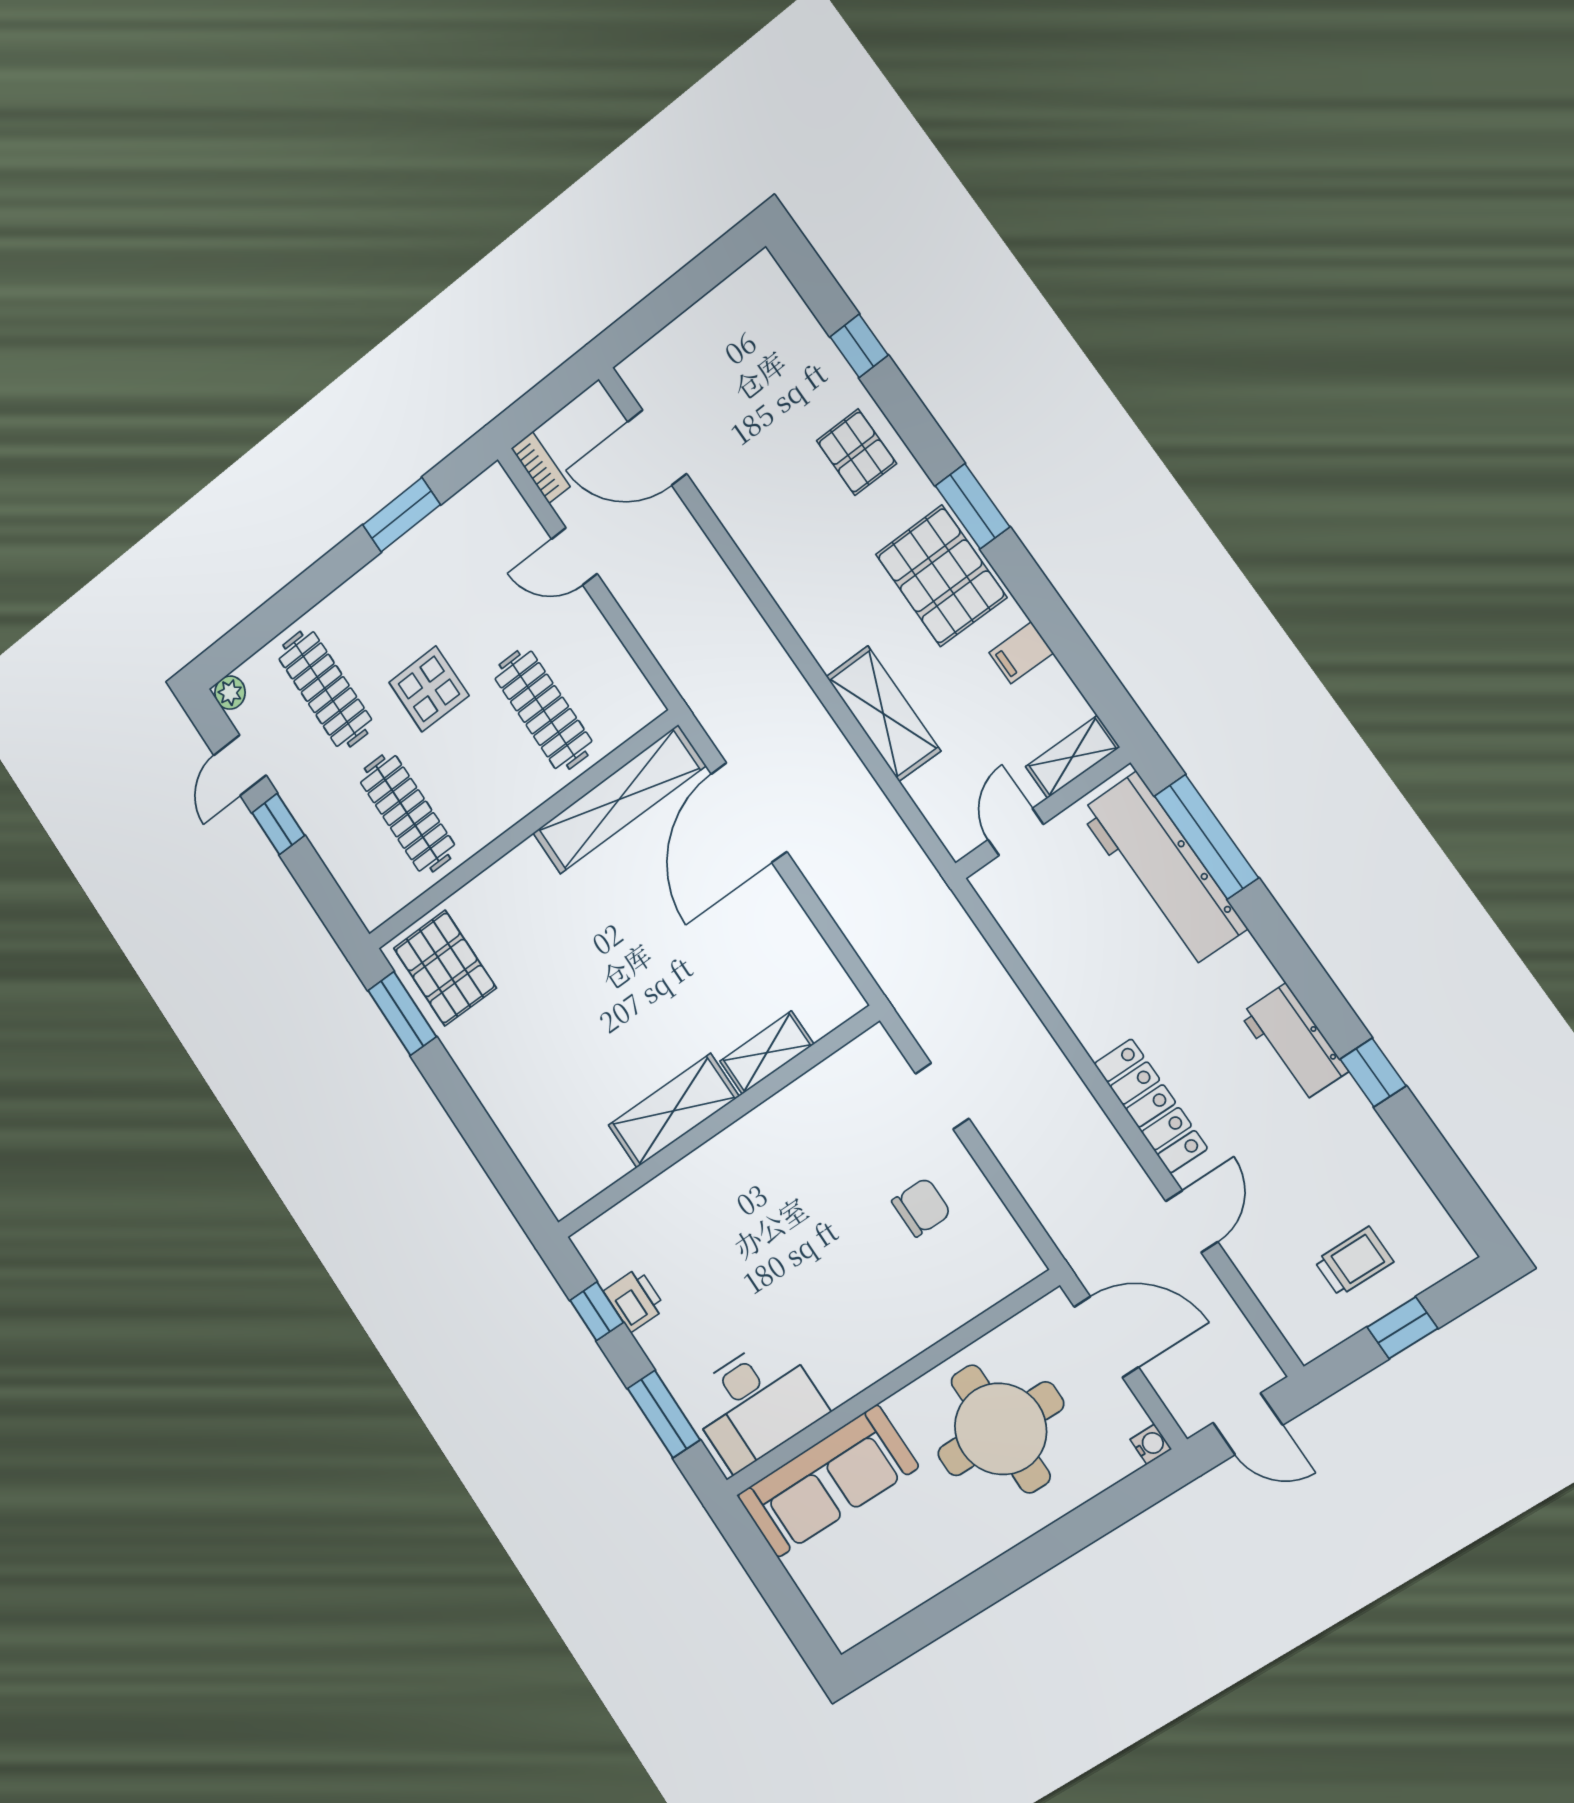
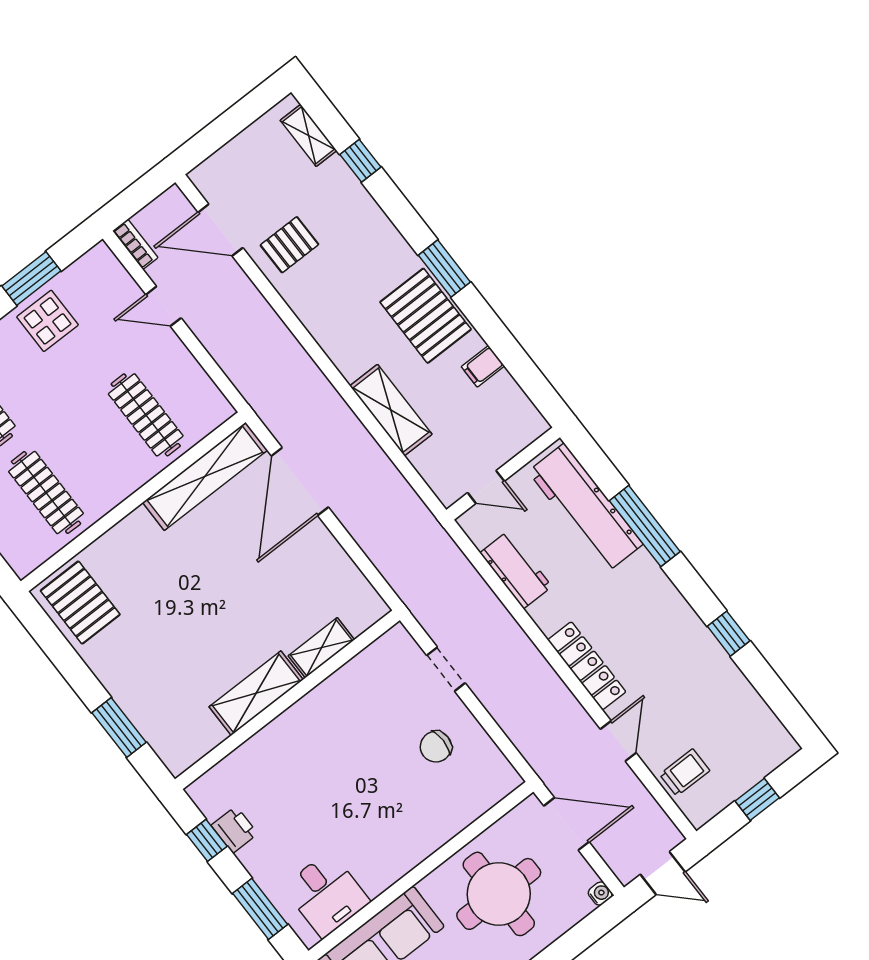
pallet: (856, 452) -> (289, 245), moved, turned 90
display table: (429, 689) -> (48, 321), moved
shelving: (1072, 757) -> (308, 135), moved, turned 90
door: (1016, 832) -> (486, 487), swing flipped
window: (1206, 837) -> (645, 526), moved
window: (402, 1014) -> (119, 728), moved
workbench: (1294, 1043) -> (516, 570), moved, turned 180
chair: (921, 1207) -> (436, 747), turned 180
trolley: (1354, 1261) -> (685, 773), moved
desk: (756, 1404) -> (326, 894), width x0.73

